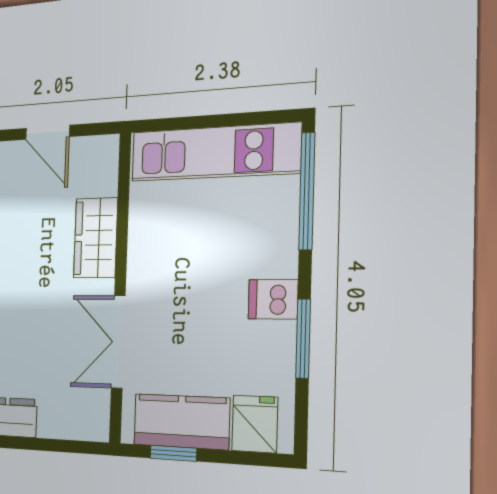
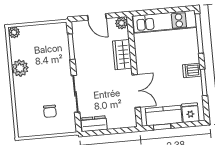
plant: (104, 151) -> (122, 23), added
double door: (118, 342) -> (136, 91), swing flipped

